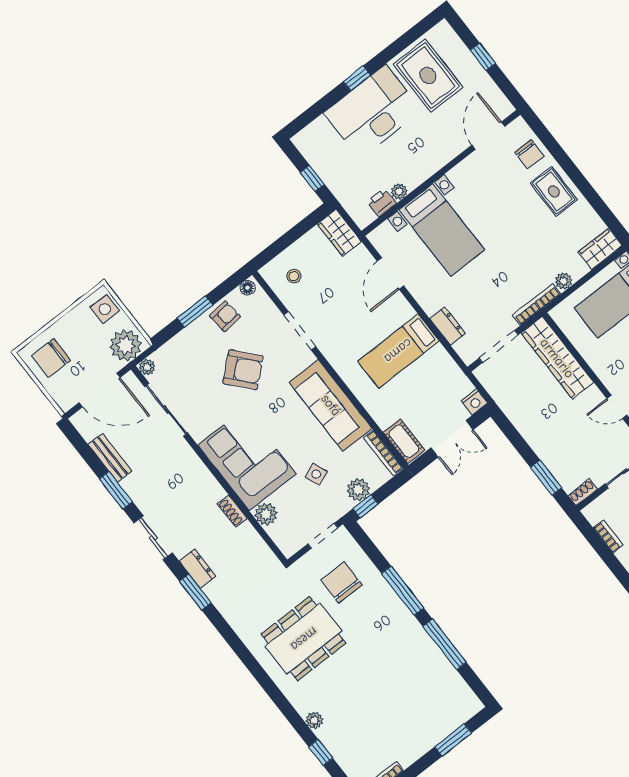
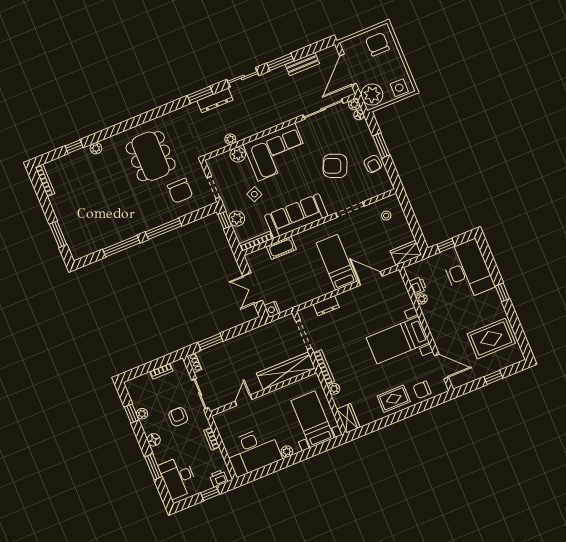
desk: (373, 112) -> (467, 270), moved
bed with nightstands: (442, 230) -> (398, 340), moved
floor lamp: (248, 288) -> (359, 115), moved
bed: (398, 351) -> (337, 262), moved
armchair: (243, 370) -> (335, 166), turned 64
cot: (404, 441) -> (281, 248), moved
shoe rack: (232, 511) -> (246, 133), removed
plant: (247, 531) -> (230, 139), added
dresser: (197, 569) -> (215, 100), width x1.44
chair: (341, 582) -> (180, 191), turned 90

